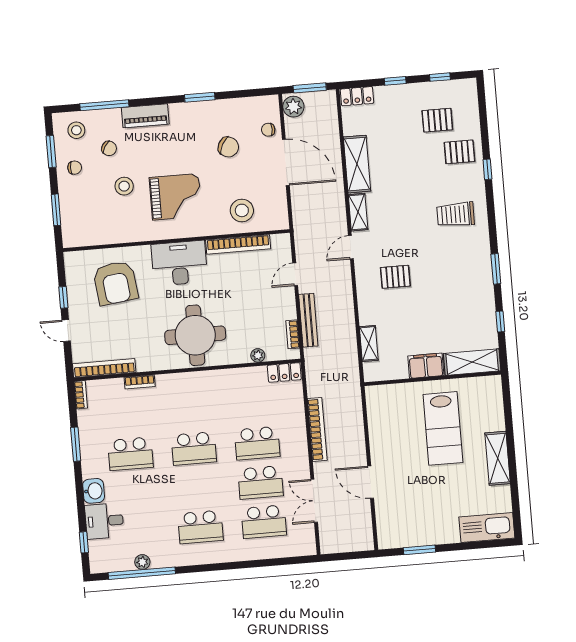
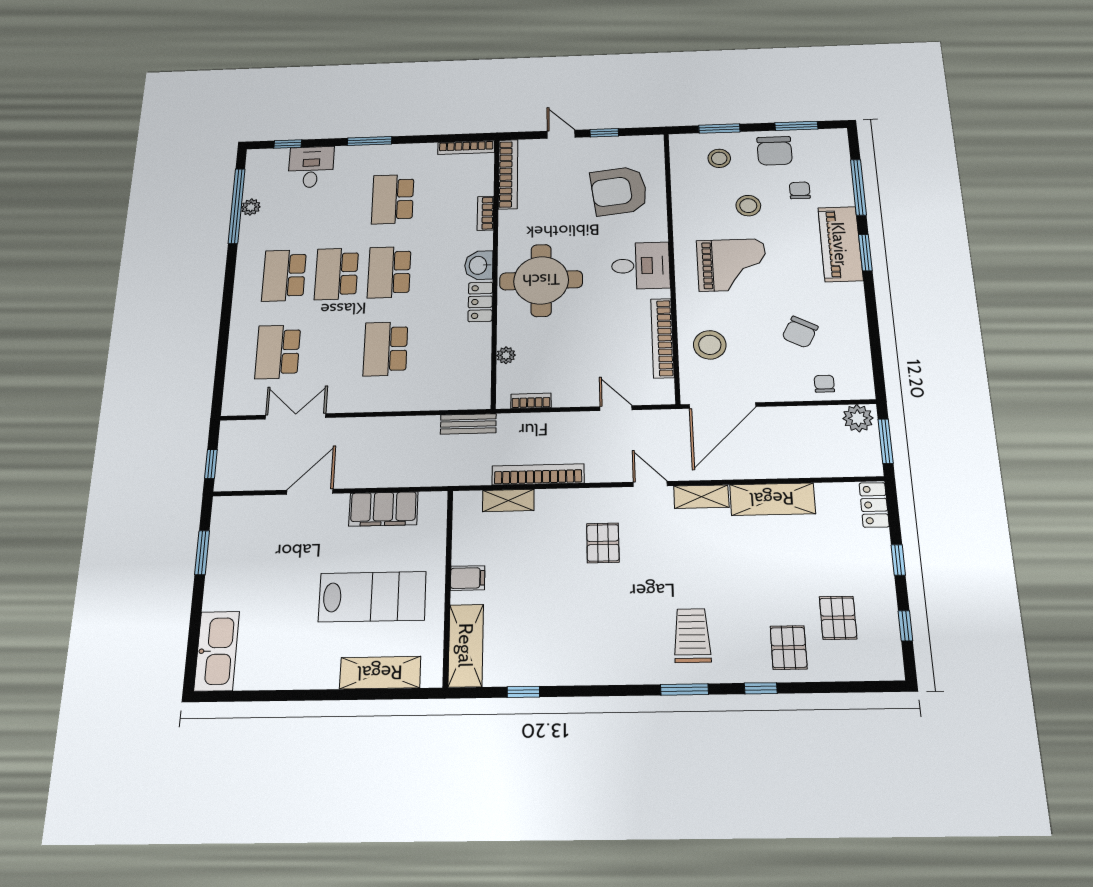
window: (200, 97) -> (865, 253), moved
piano: (145, 116) -> (840, 244), width x1.37, depth x1.33
stool: (76, 130) -> (719, 158), moved
chair: (109, 148) -> (800, 190), turned 148
door: (286, 162) -> (722, 406), moved
chair: (75, 168) -> (775, 151), width x1.87, depth x1.87
grand piano: (176, 197) -> (732, 265), turned -90
desk: (179, 263) -> (641, 266), width x0.73
window: (496, 269) -> (684, 689), moved
bench: (308, 320) -> (468, 424), moved, width x0.73
door: (66, 331) -> (561, 134), hinge flipped
filing cabinet: (426, 366) -> (468, 578), width x0.50
locker: (284, 372) -> (480, 302), moved
bookcase: (81, 395) -> (466, 148), width x1.56
lab bench: (443, 428) -> (372, 597), turned 180
bookcase: (317, 429) -> (538, 474), moved, turned 180
filing cabinet: (380, 429) -> (383, 509), added
window: (76, 444) -> (370, 141), moved
shelving: (498, 458) -> (380, 673), moved
school desk: (261, 482) -> (337, 274), moved
washbasin: (94, 491) -> (479, 265), moved, turned 90
window: (354, 555) -> (211, 464), added

